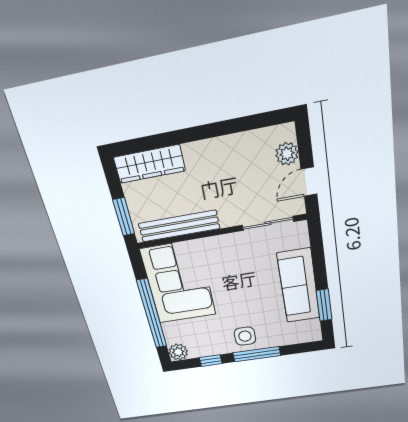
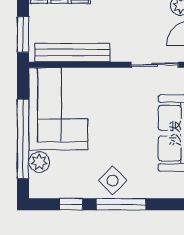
side table: (245, 336) -> (113, 181), turned 45
plant: (178, 352) -> (39, 162), moved

